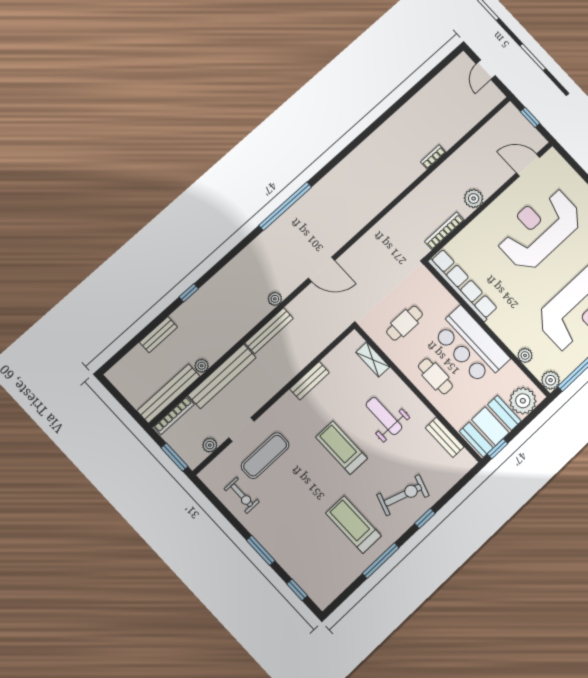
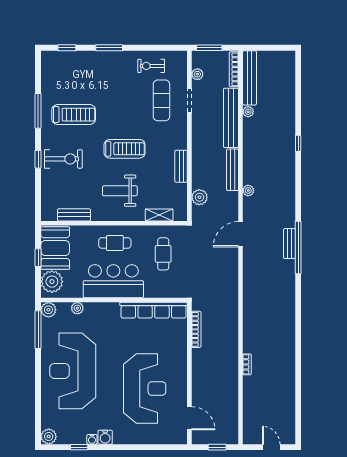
door: (528, 165) -> (189, 418), hinge flipped
plant: (474, 199) -> (199, 197), moved
bench: (158, 335) -> (289, 244), moved
weight bench: (384, 416) -> (120, 191), turned 180
window: (498, 449) -> (38, 258), moved
exercise bike: (403, 495) -> (63, 159), turned -108

